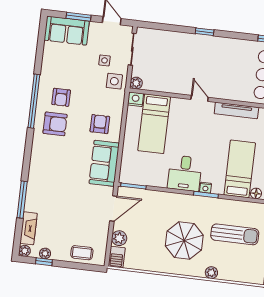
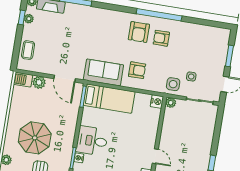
sofa: (67, 31) -> (218, 45), removed
door: (200, 98) -> (155, 156), hinge flipped
bed: (154, 124) -> (109, 99), moved, turned 180

